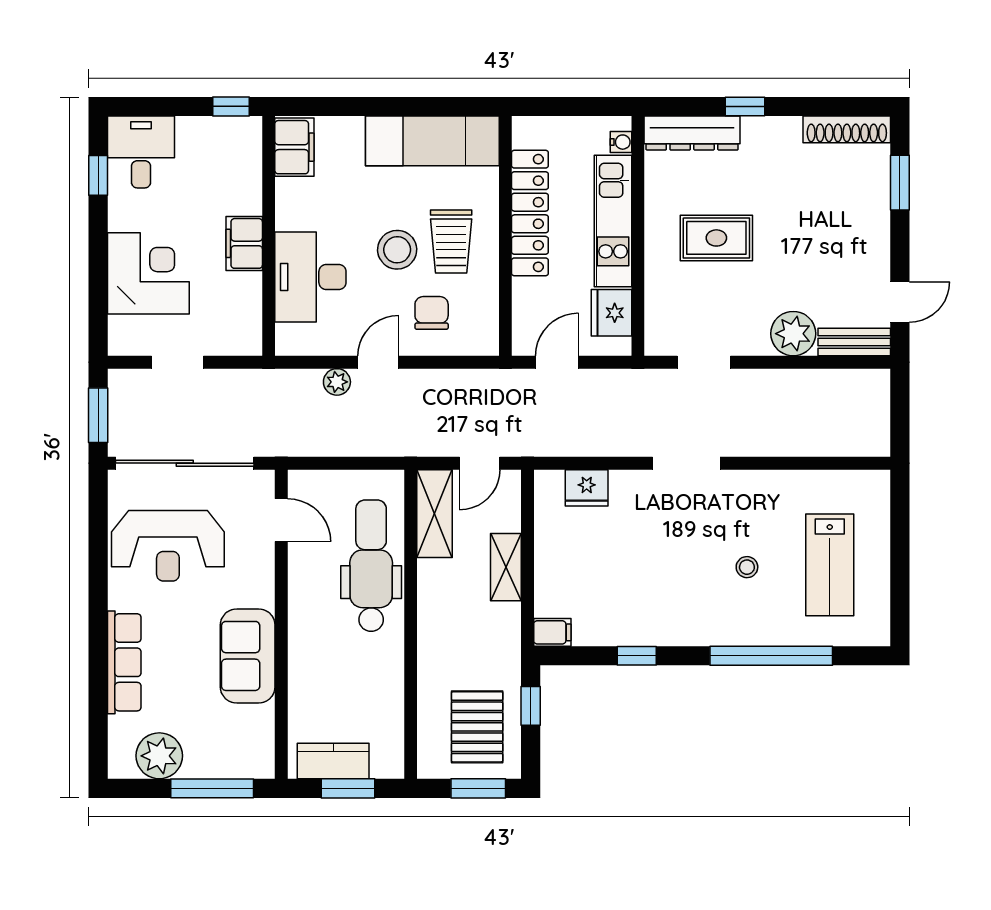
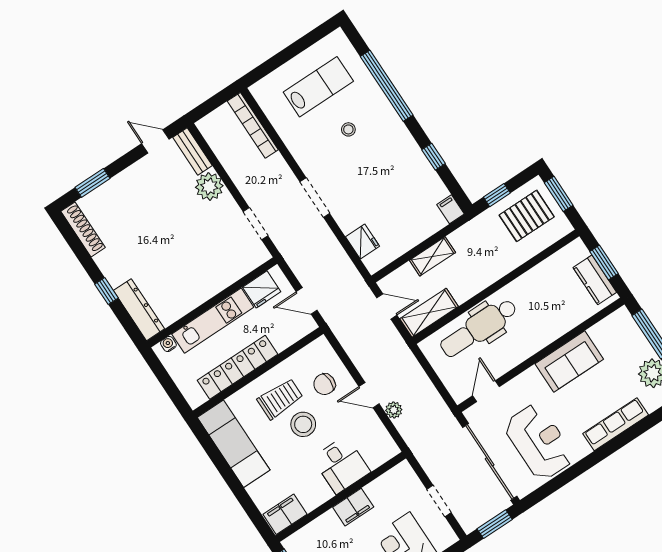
rug: (716, 238) -> (186, 260), removed
desk: (310, 277) -> (341, 465), width x0.73
bookcase: (836, 445) -> (253, 125), added

